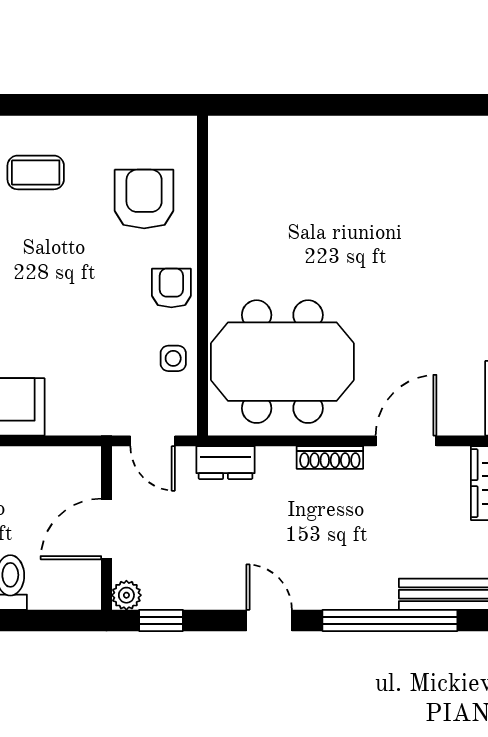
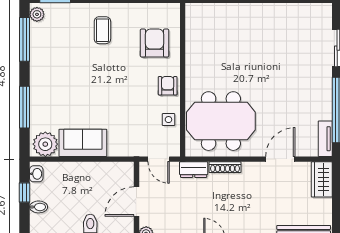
coffee table: (36, 172) -> (102, 30), turned 90
shoe rack: (330, 458) -> (225, 167), moved

